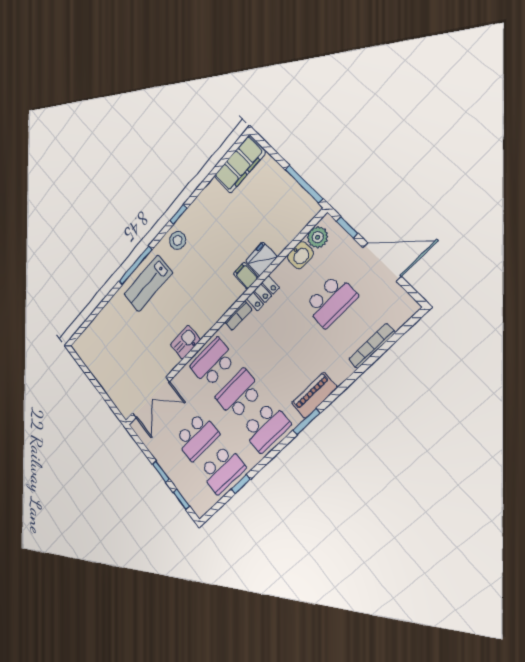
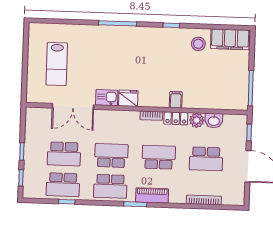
plant: (318, 237) -> (197, 120), moved
stool: (178, 240) -> (198, 44), moved
fridge: (261, 259) -> (128, 98), moved
lab bench: (148, 283) -> (57, 64), moved, turned -90
school desk: (213, 363) -> (159, 157), moved
double door: (151, 398) -> (73, 106), moved

